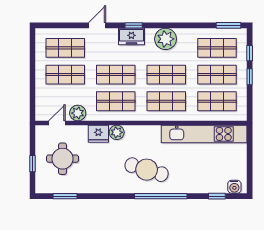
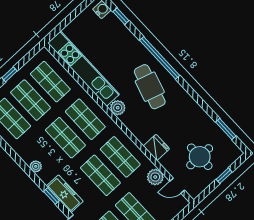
freezer: (131, 37) -> (65, 194), width x1.40
plant: (166, 39) -> (36, 166), width x0.53, depth x0.53
plant: (117, 132) -> (118, 108), moved

